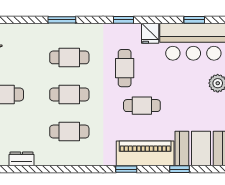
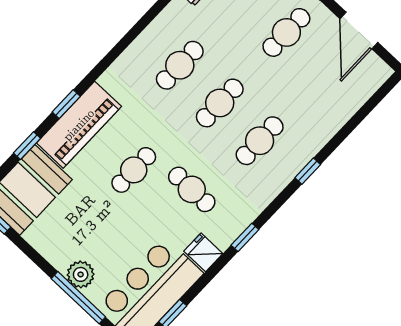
window: (62, 20) -> (308, 171), width x0.67
window: (126, 169) -> (66, 104), moved

